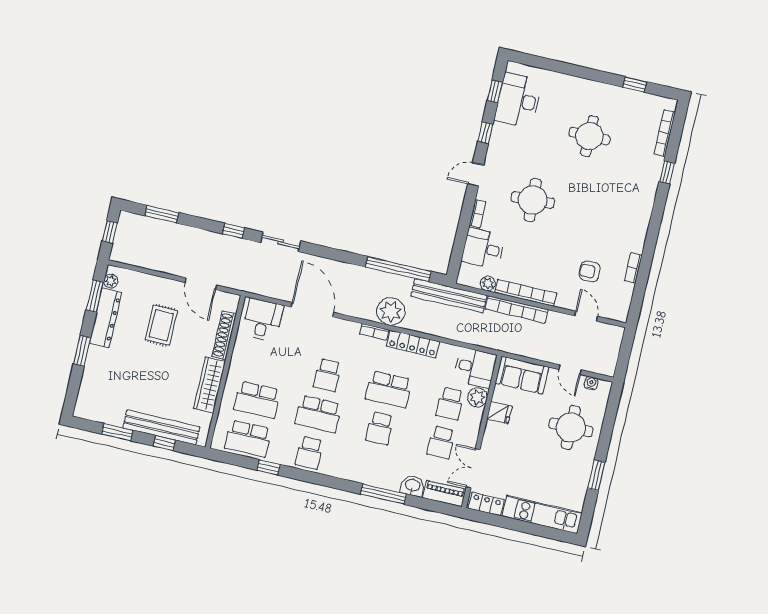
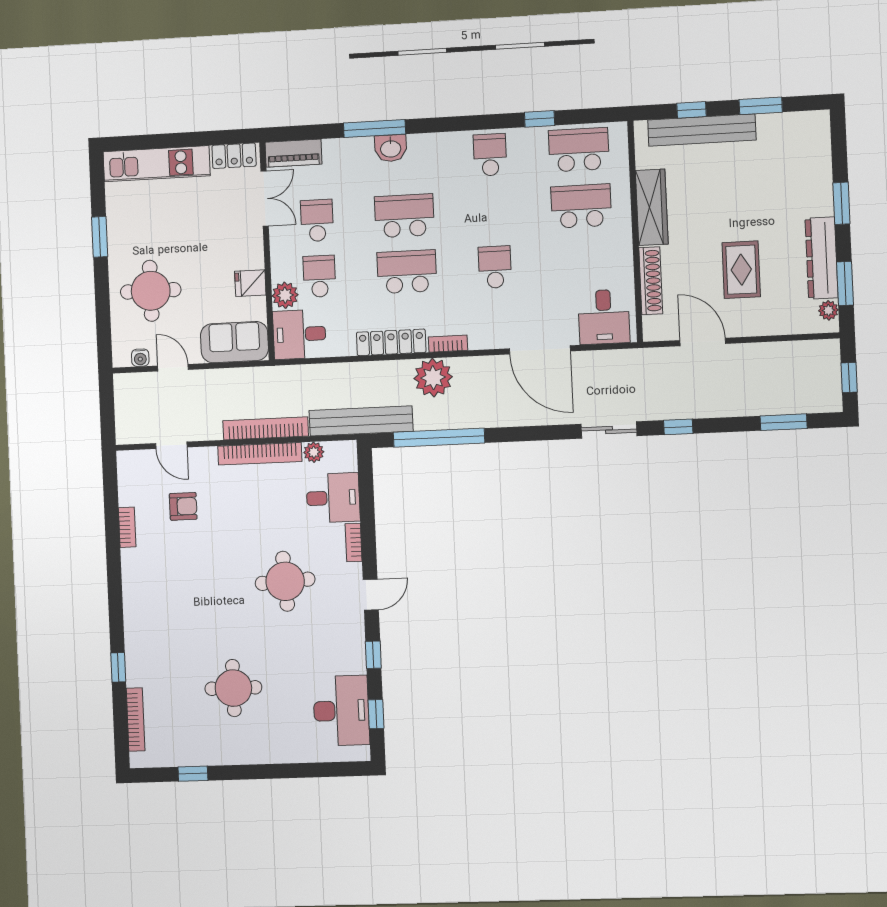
school desk: (318, 414) -> (492, 211), removed
school desk: (380, 428) -> (404, 216), width x1.85
washbasin: (412, 486) -> (391, 148), moved

